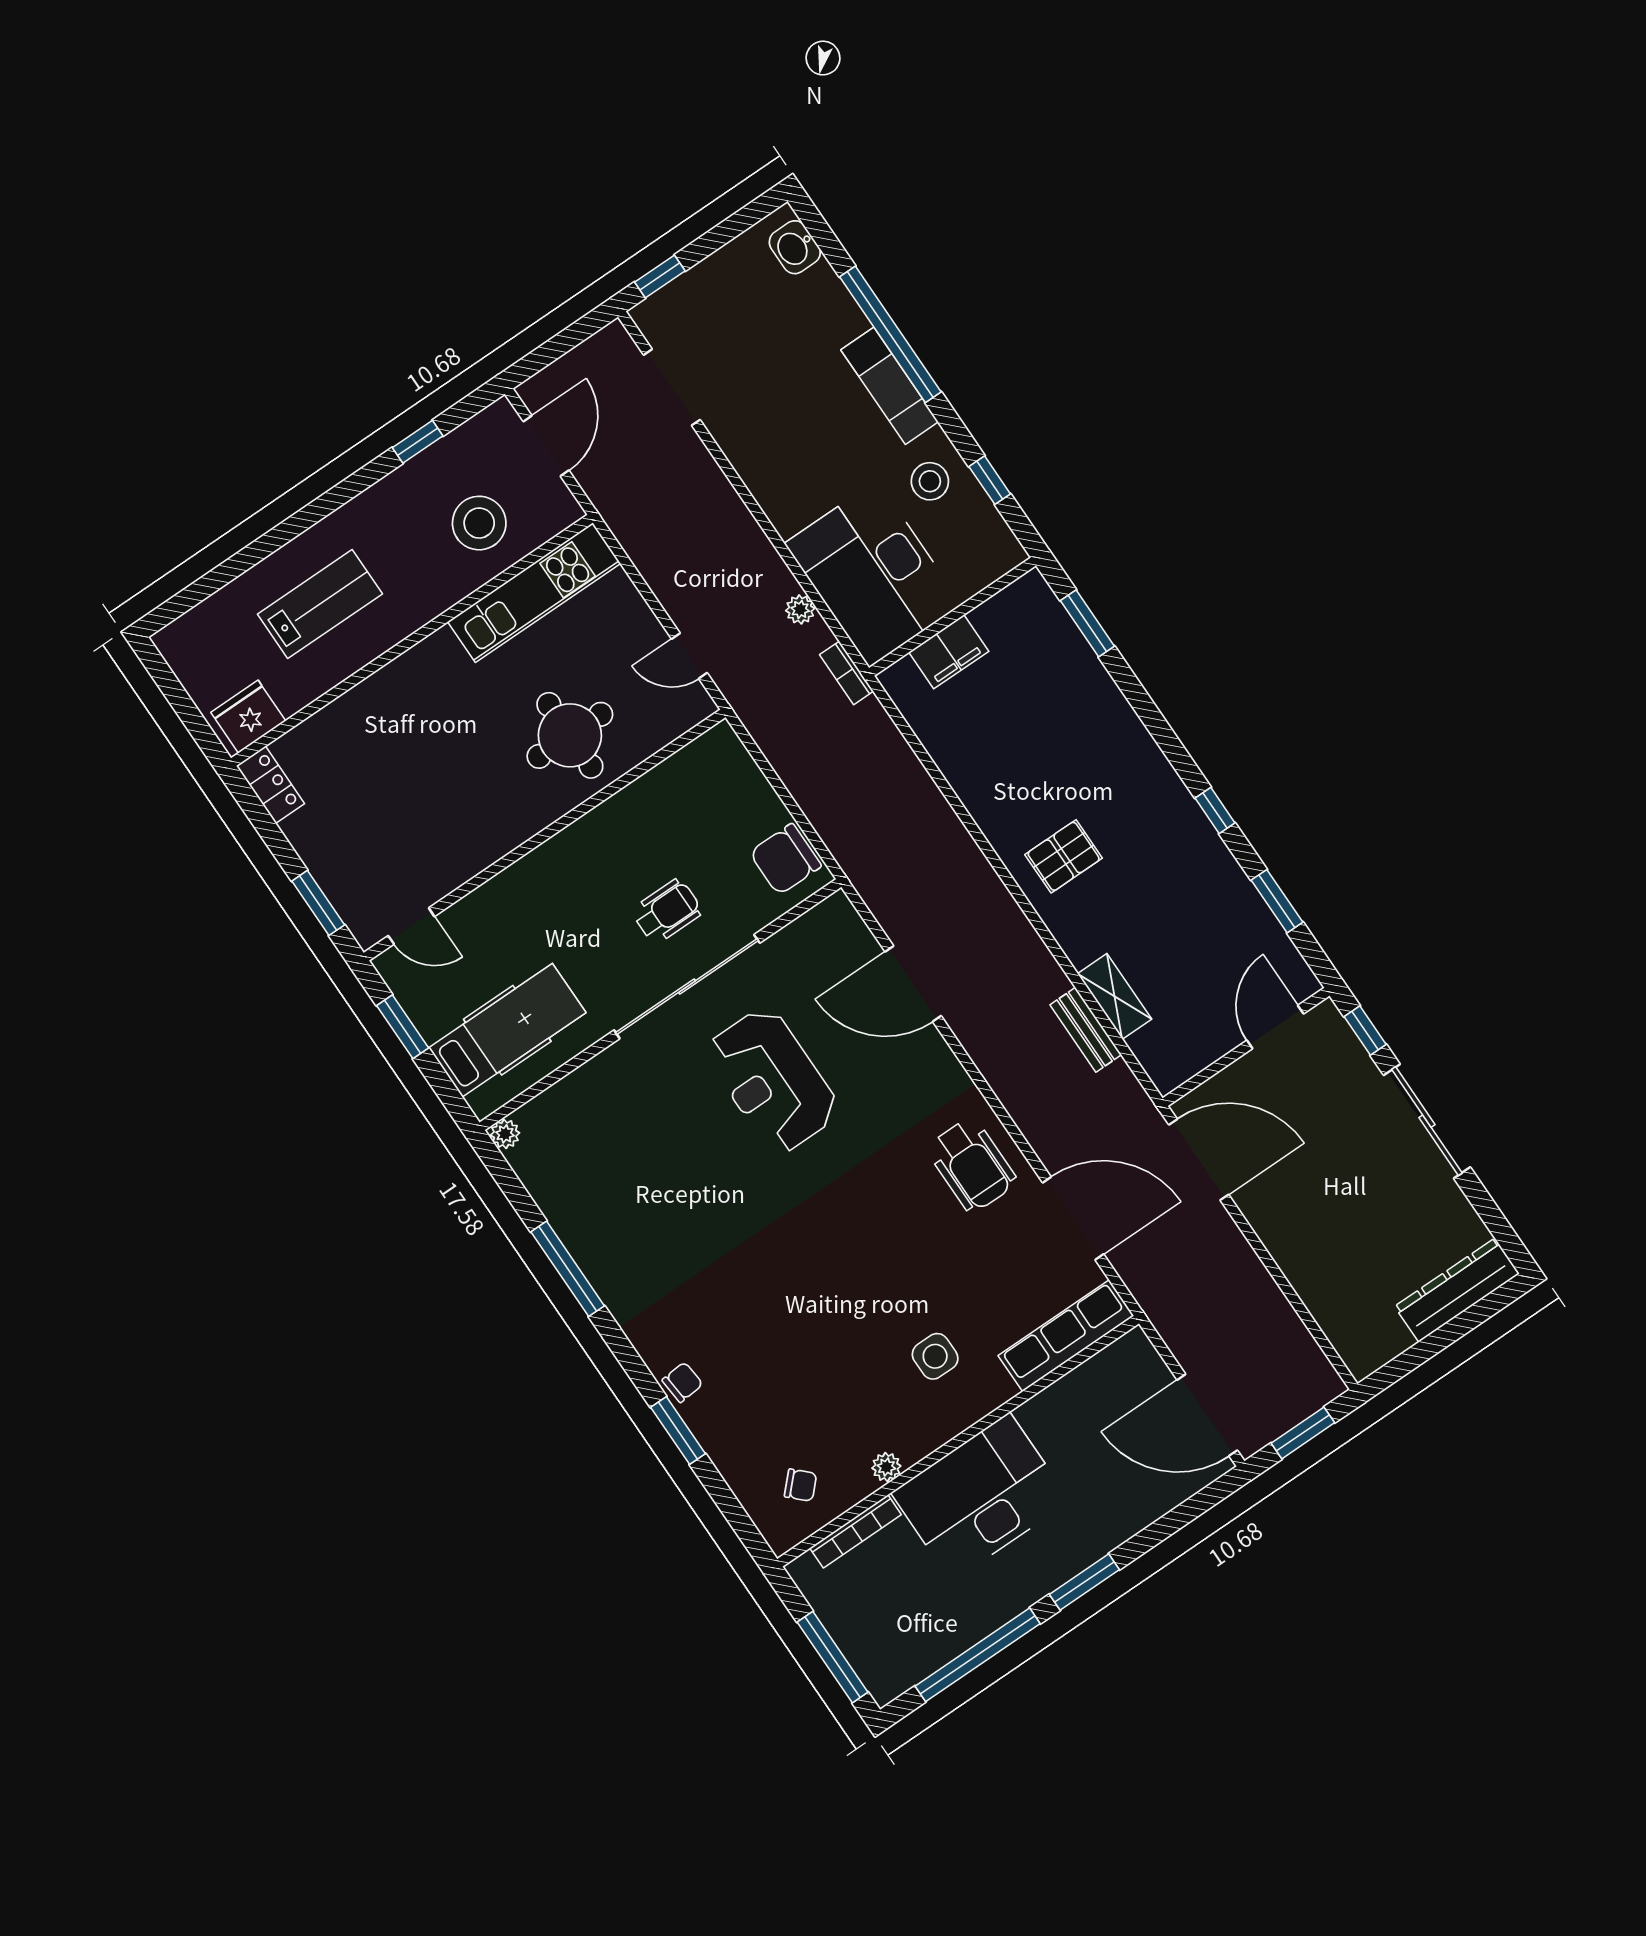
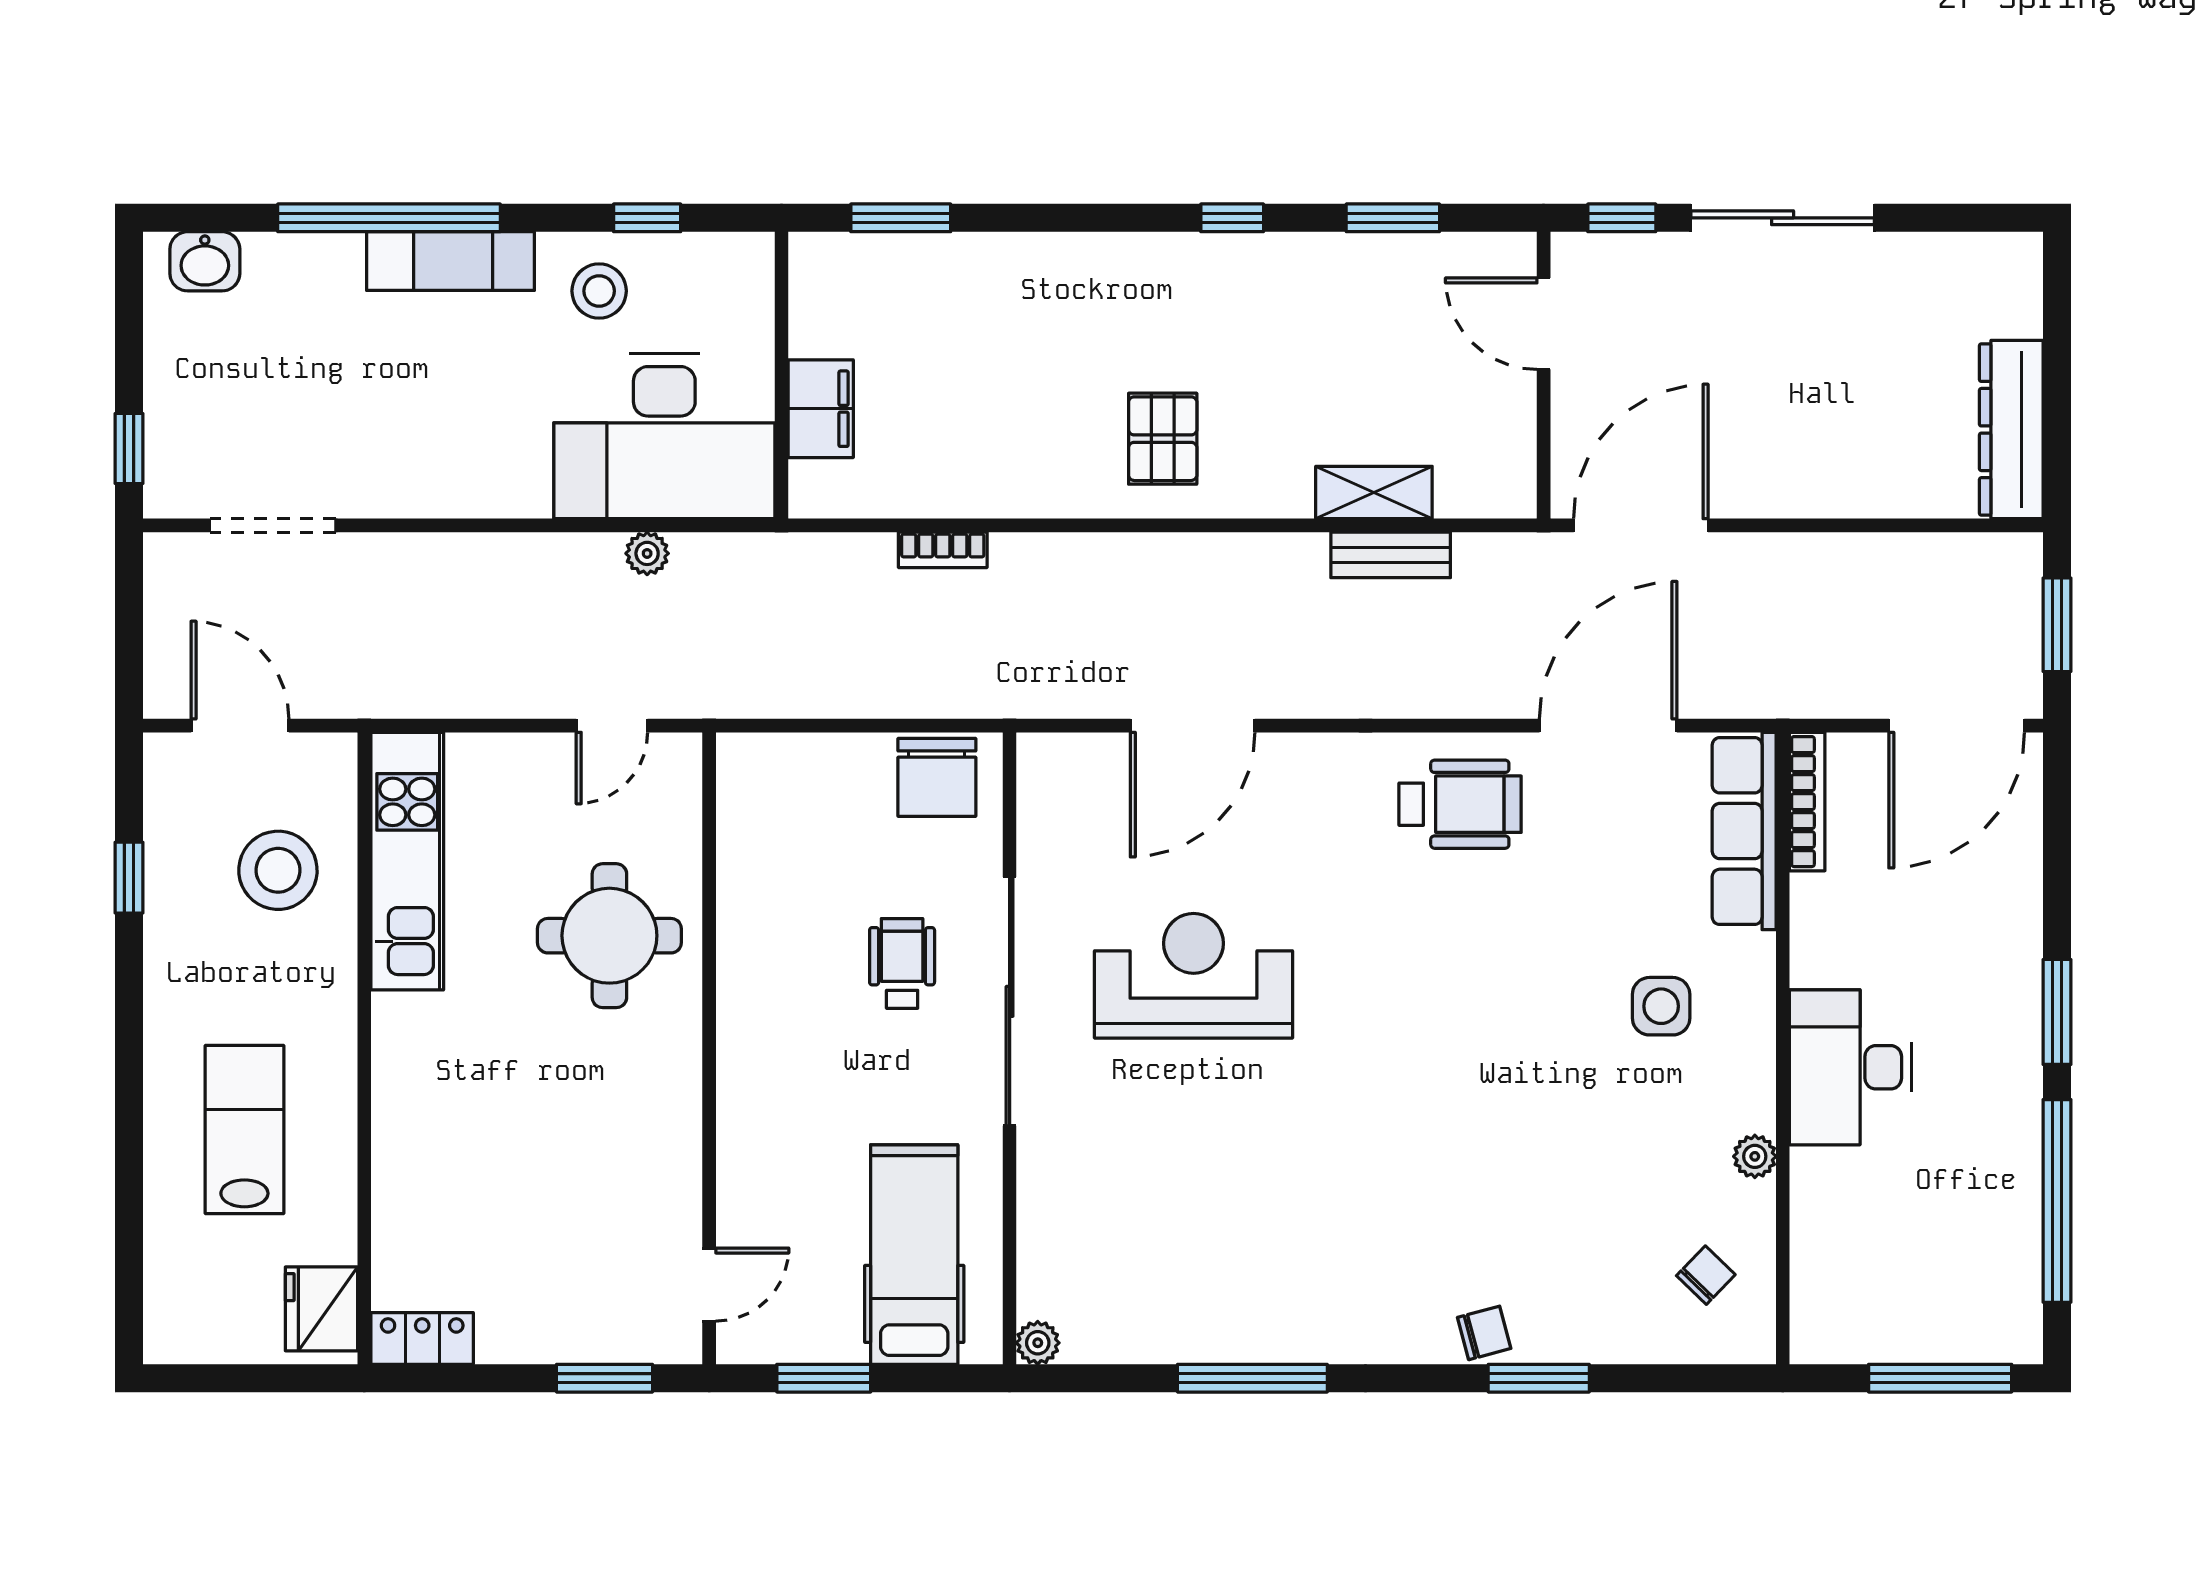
bookcase: (847, 673) -> (943, 550), moved
reception desk: (772, 1081) -> (1194, 976), turned 180
dresser: (1457, 1290) -> (2011, 430), moved
chair: (682, 1382) -> (1484, 1333), turned 80
desk: (981, 1497) -> (1850, 1067), width x0.73, depth x0.77
bookcase: (856, 1531) -> (1807, 802), moved

